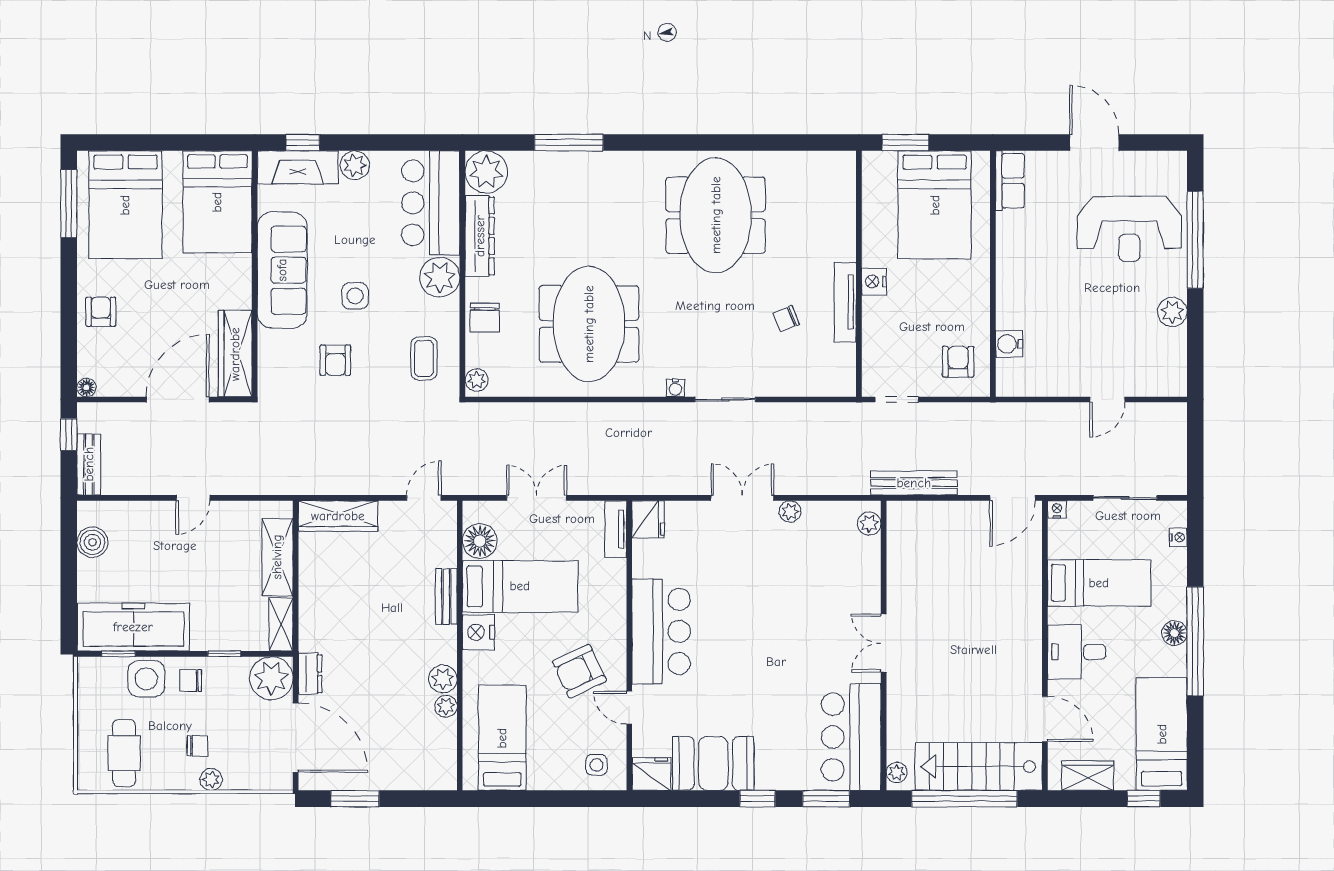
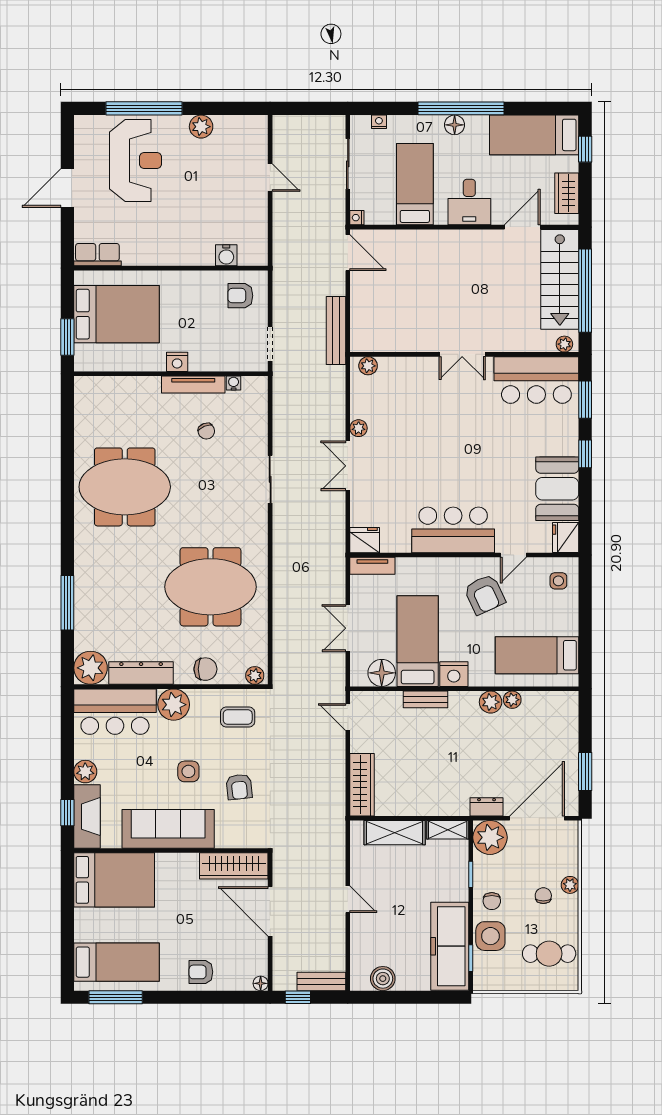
bed: (125, 205) -> (117, 962), width x0.67
armchair: (335, 360) -> (239, 787), turned 84
water cooler: (675, 388) -> (234, 383), moved, turned -90

